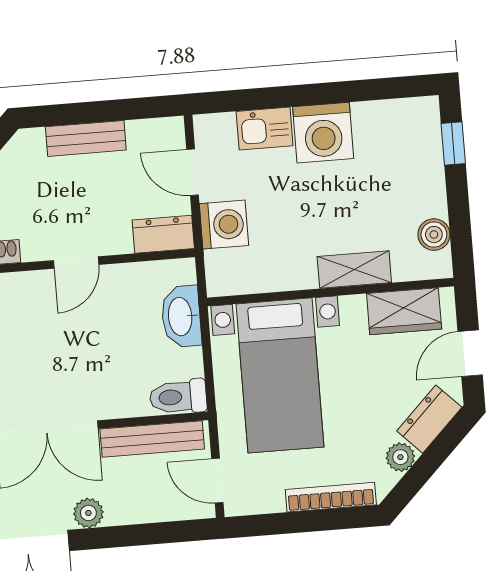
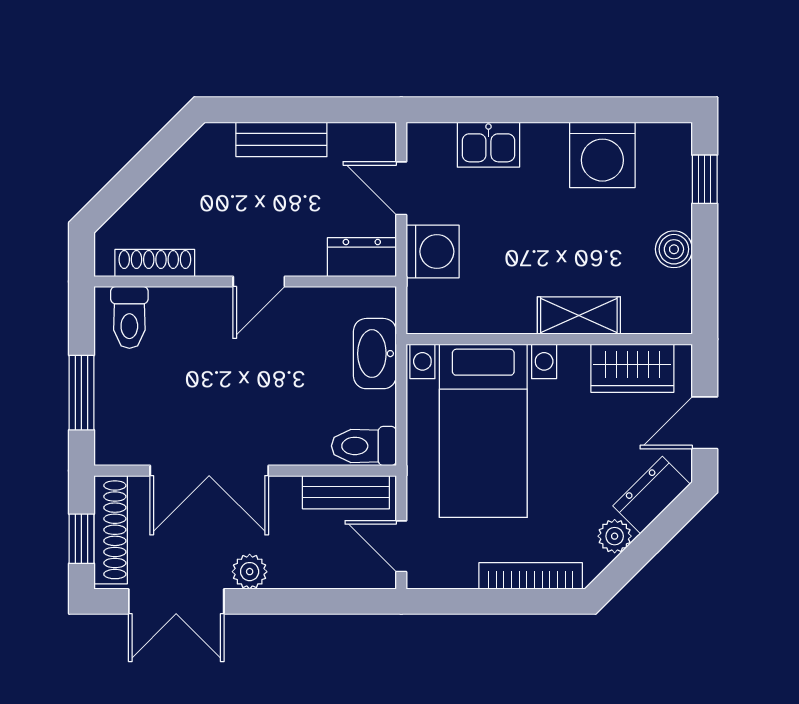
washing machine: (323, 133) -> (602, 155), moved
boiler: (434, 235) -> (674, 249), moved
bench: (152, 439) -> (346, 492), width x0.73

